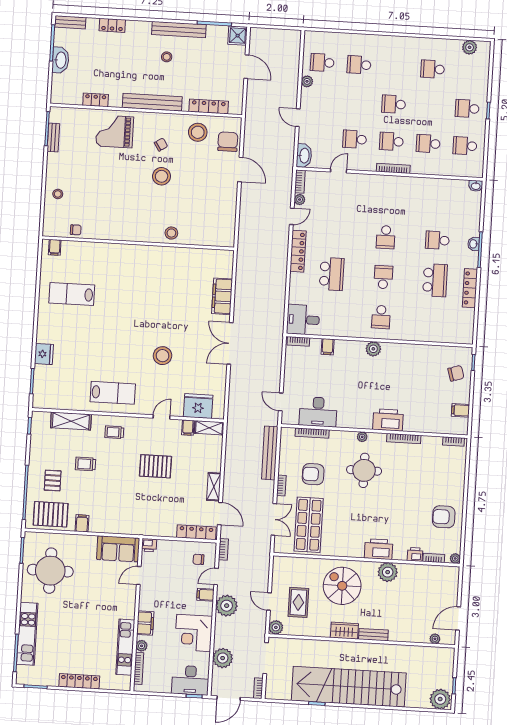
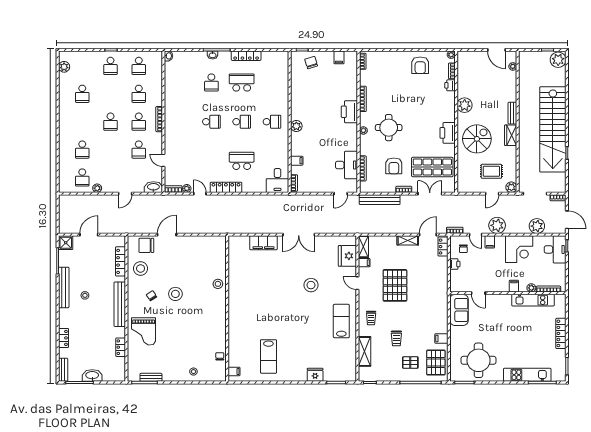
school desk: (383, 277) -> (242, 122), turned 180
pallet: (155, 466) -> (395, 285), width x1.37, depth x1.41
locker: (196, 532) -> (443, 247), width x0.66
printer: (149, 545) -> (455, 264), moved
printer: (379, 549) -> (448, 133), moved
spiral stairs: (342, 586) -> (477, 139), turned 180
filing cabinet: (145, 623) -> (514, 286), width x0.50

